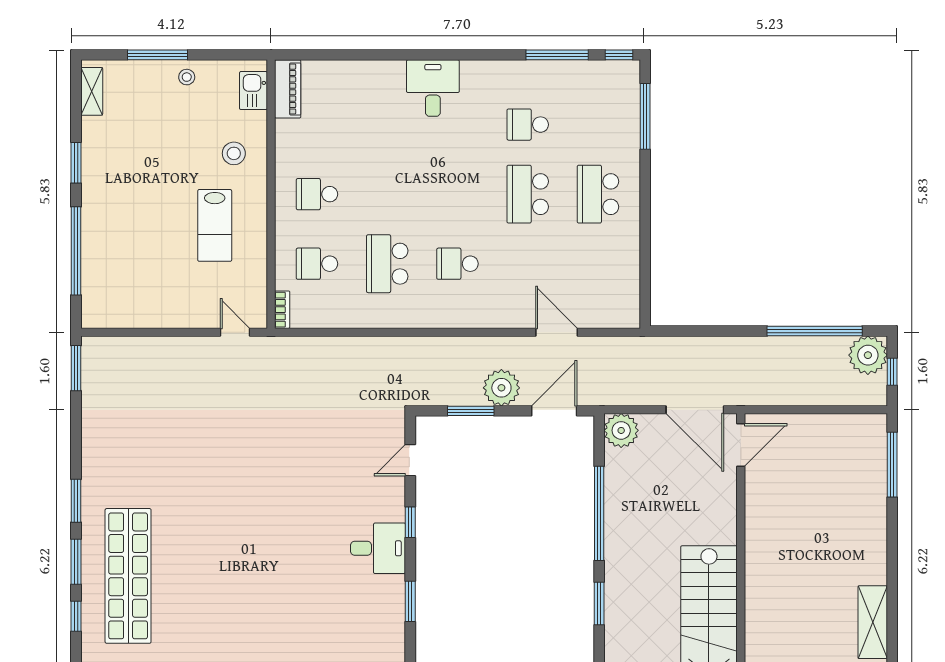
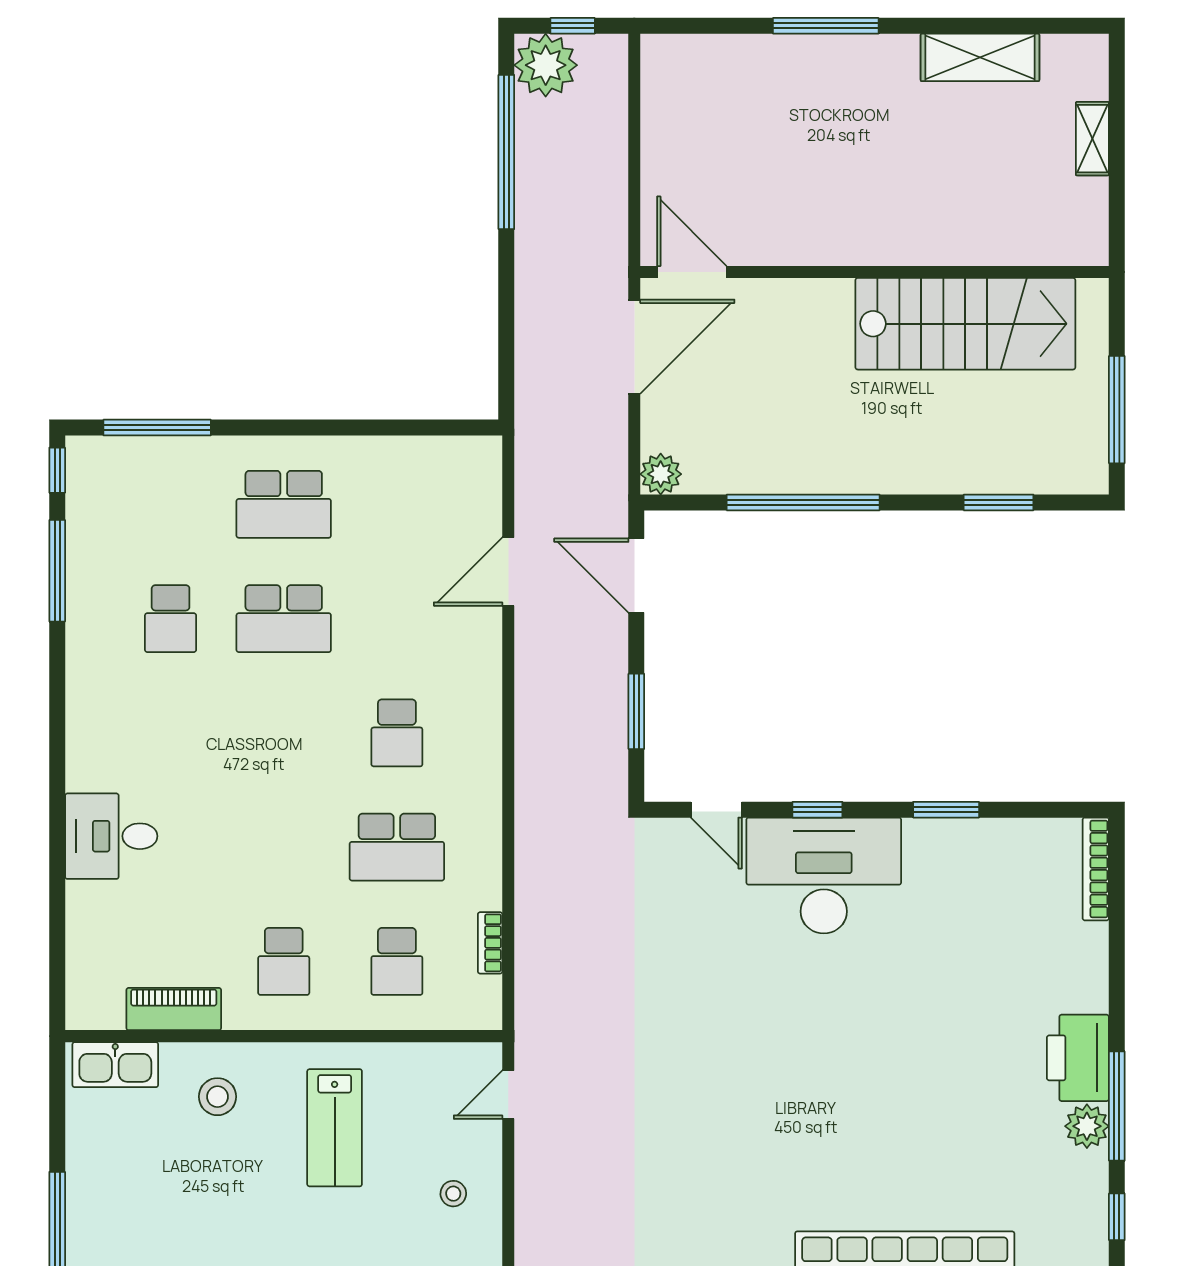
stool: (187, 77) -> (453, 1194), moved
desk: (433, 88) -> (111, 836), moved
piano: (288, 89) -> (174, 1009), moved
kitchen sink: (253, 91) -> (115, 1065), width x1.38
lab bench: (215, 225) -> (335, 1128), turned 90
bookcase: (282, 310) -> (490, 943), moved, turned -90
plant: (501, 388) -> (599, 661), removed
plant: (621, 430) -> (661, 474), width x0.73, depth x0.73
window: (892, 465) -> (826, 26), moved
desk: (378, 548) -> (824, 875), width x1.87, depth x1.30
window: (599, 603) -> (999, 502), moved

